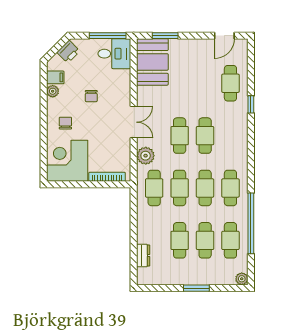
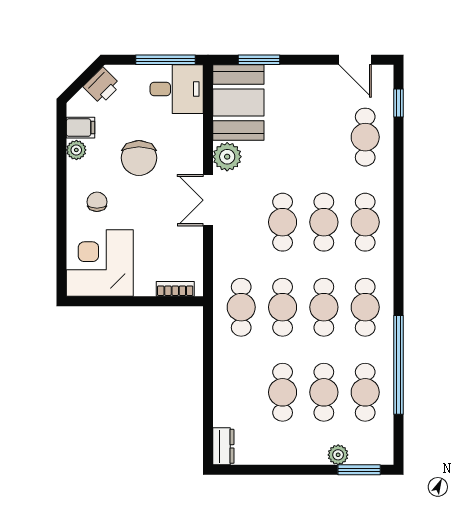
door: (224, 36) -> (355, 60), hinge flipped
chair: (91, 96) -> (139, 158), width x1.87, depth x1.87
window: (251, 104) -> (398, 103), moved
double door: (134, 122) -> (208, 200), swing flipped
cafe table: (230, 136) -> (365, 222), added
plant: (146, 156) -> (227, 157), moved
bookcase: (107, 177) -> (175, 289), width x0.64
dresser: (143, 256) -> (223, 446), moved
plant: (242, 279) -> (338, 455), moved
window: (196, 288) -> (359, 470), moved

